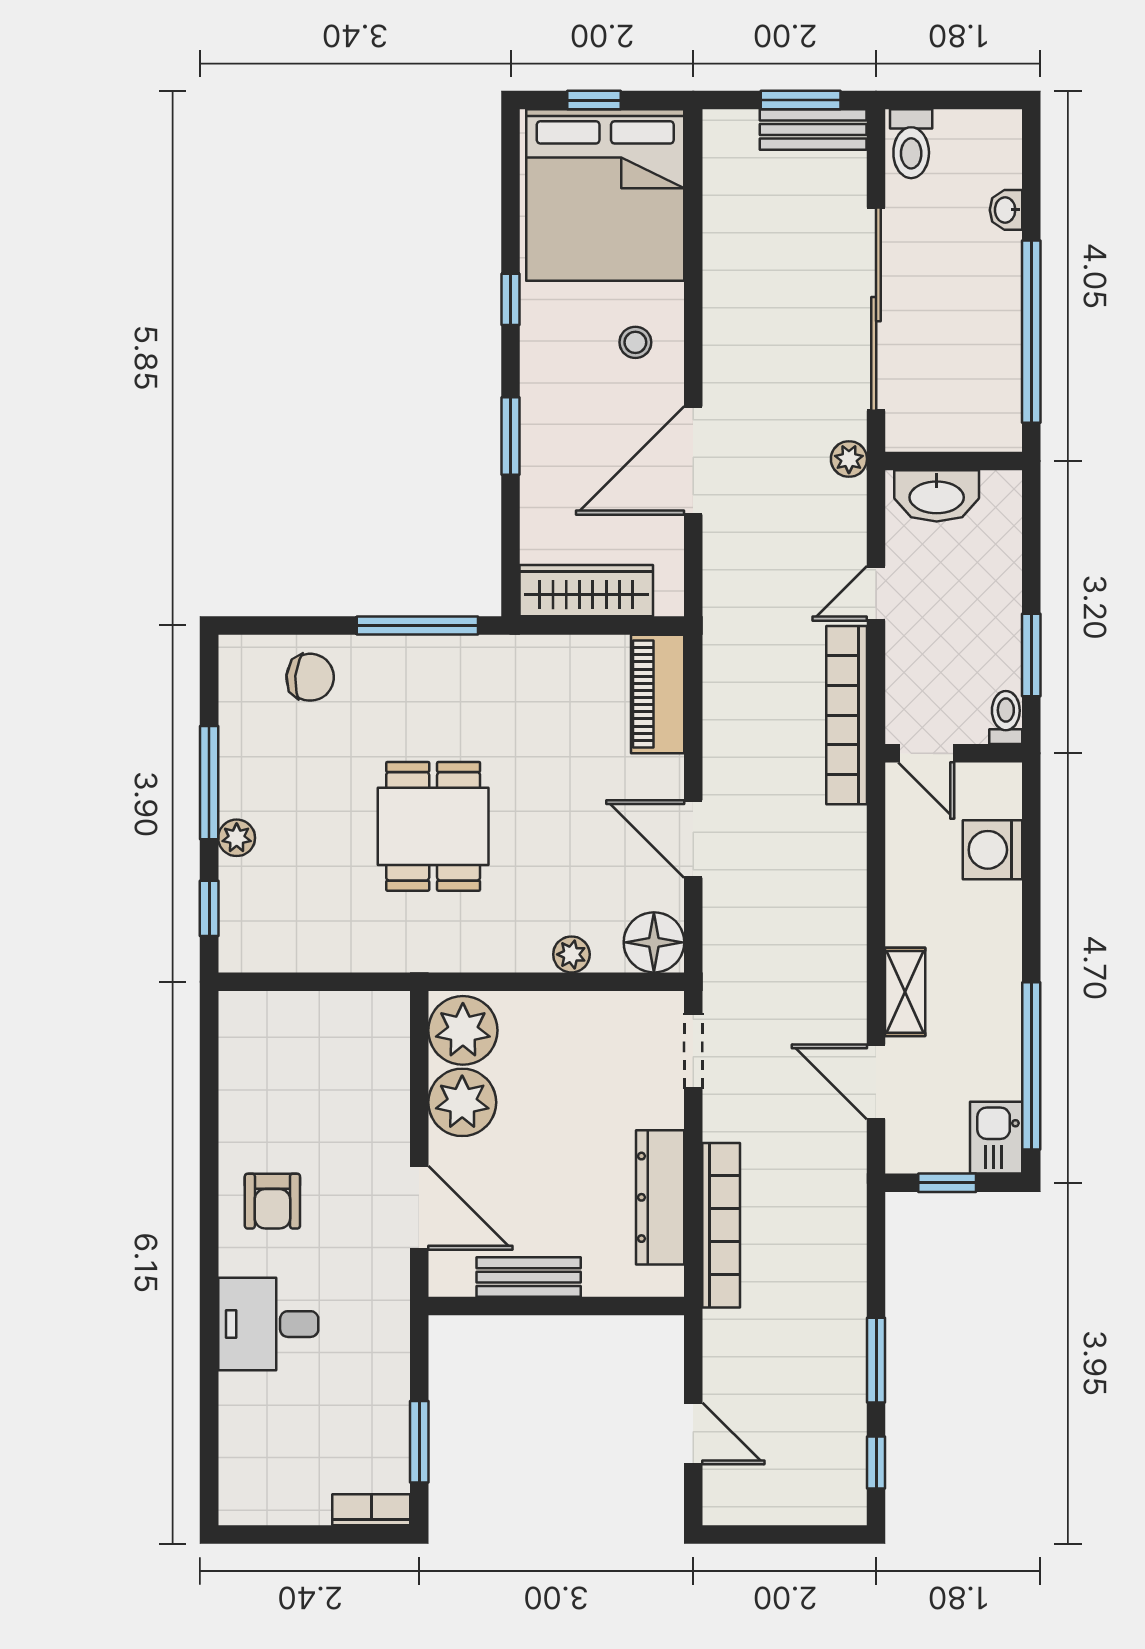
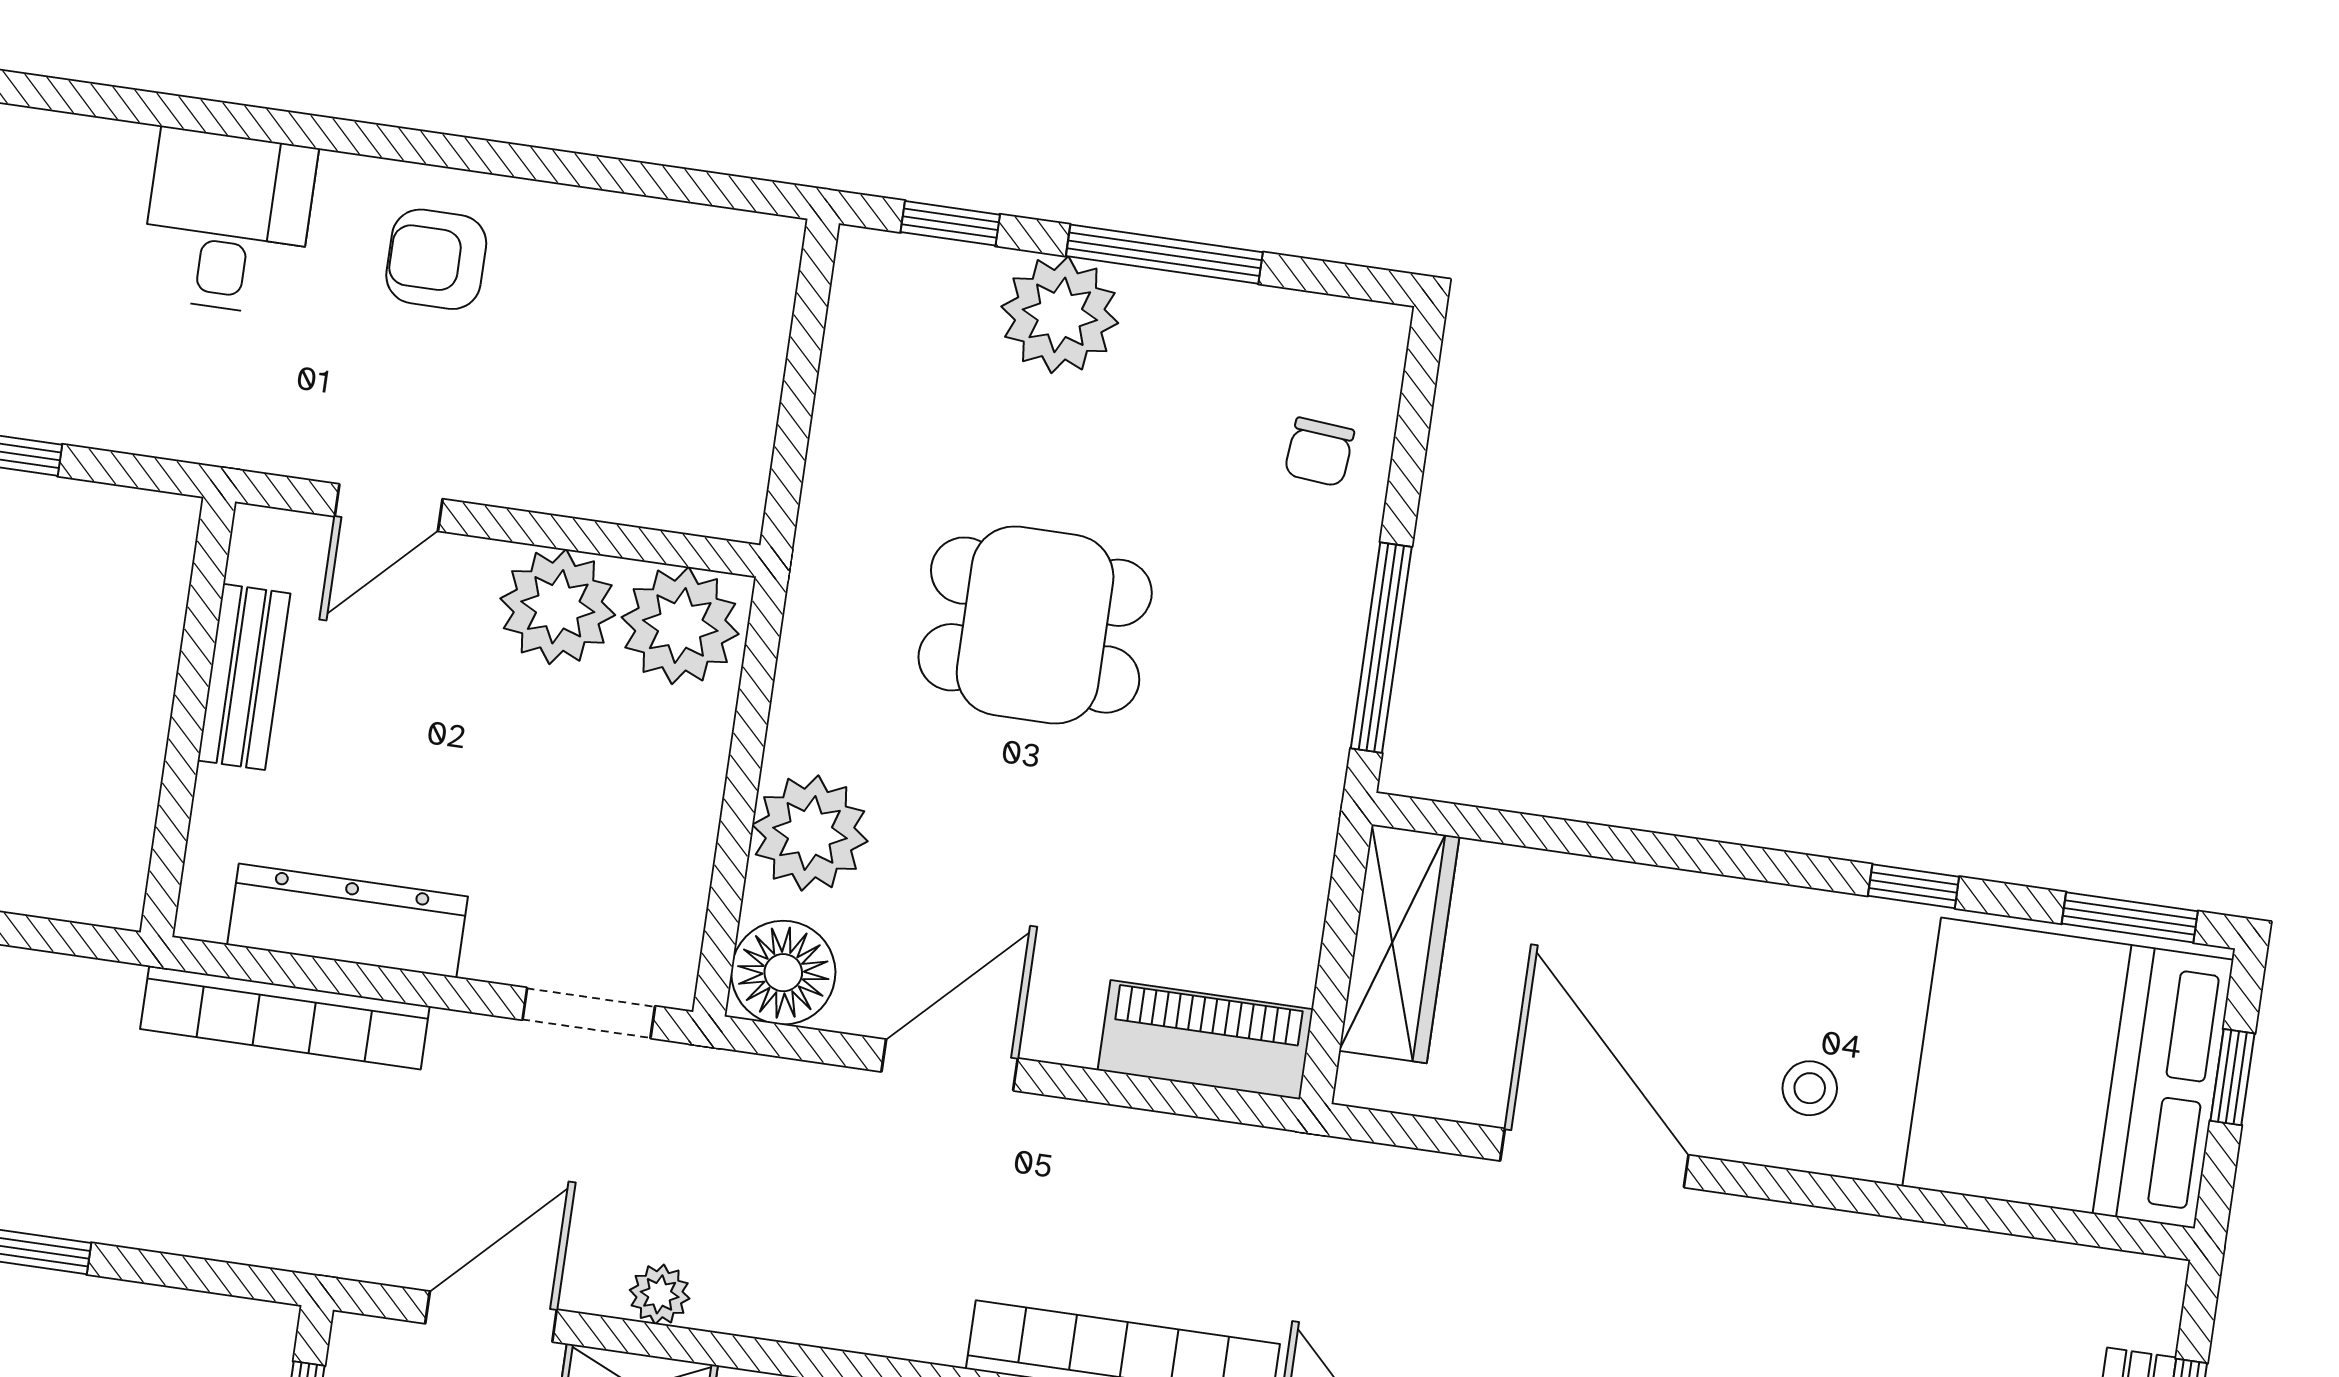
window: (511, 436) -> (2130, 917), moved
chair: (310, 677) -> (1319, 452), width x0.73, depth x0.73
plant: (237, 838) -> (1060, 315), width x1.87, depth x1.87
plant: (571, 954) -> (810, 833), width x1.87, depth x1.87
plant: (849, 987) -> (660, 1294), added
door: (419, 1208) -> (389, 508), width x0.73

